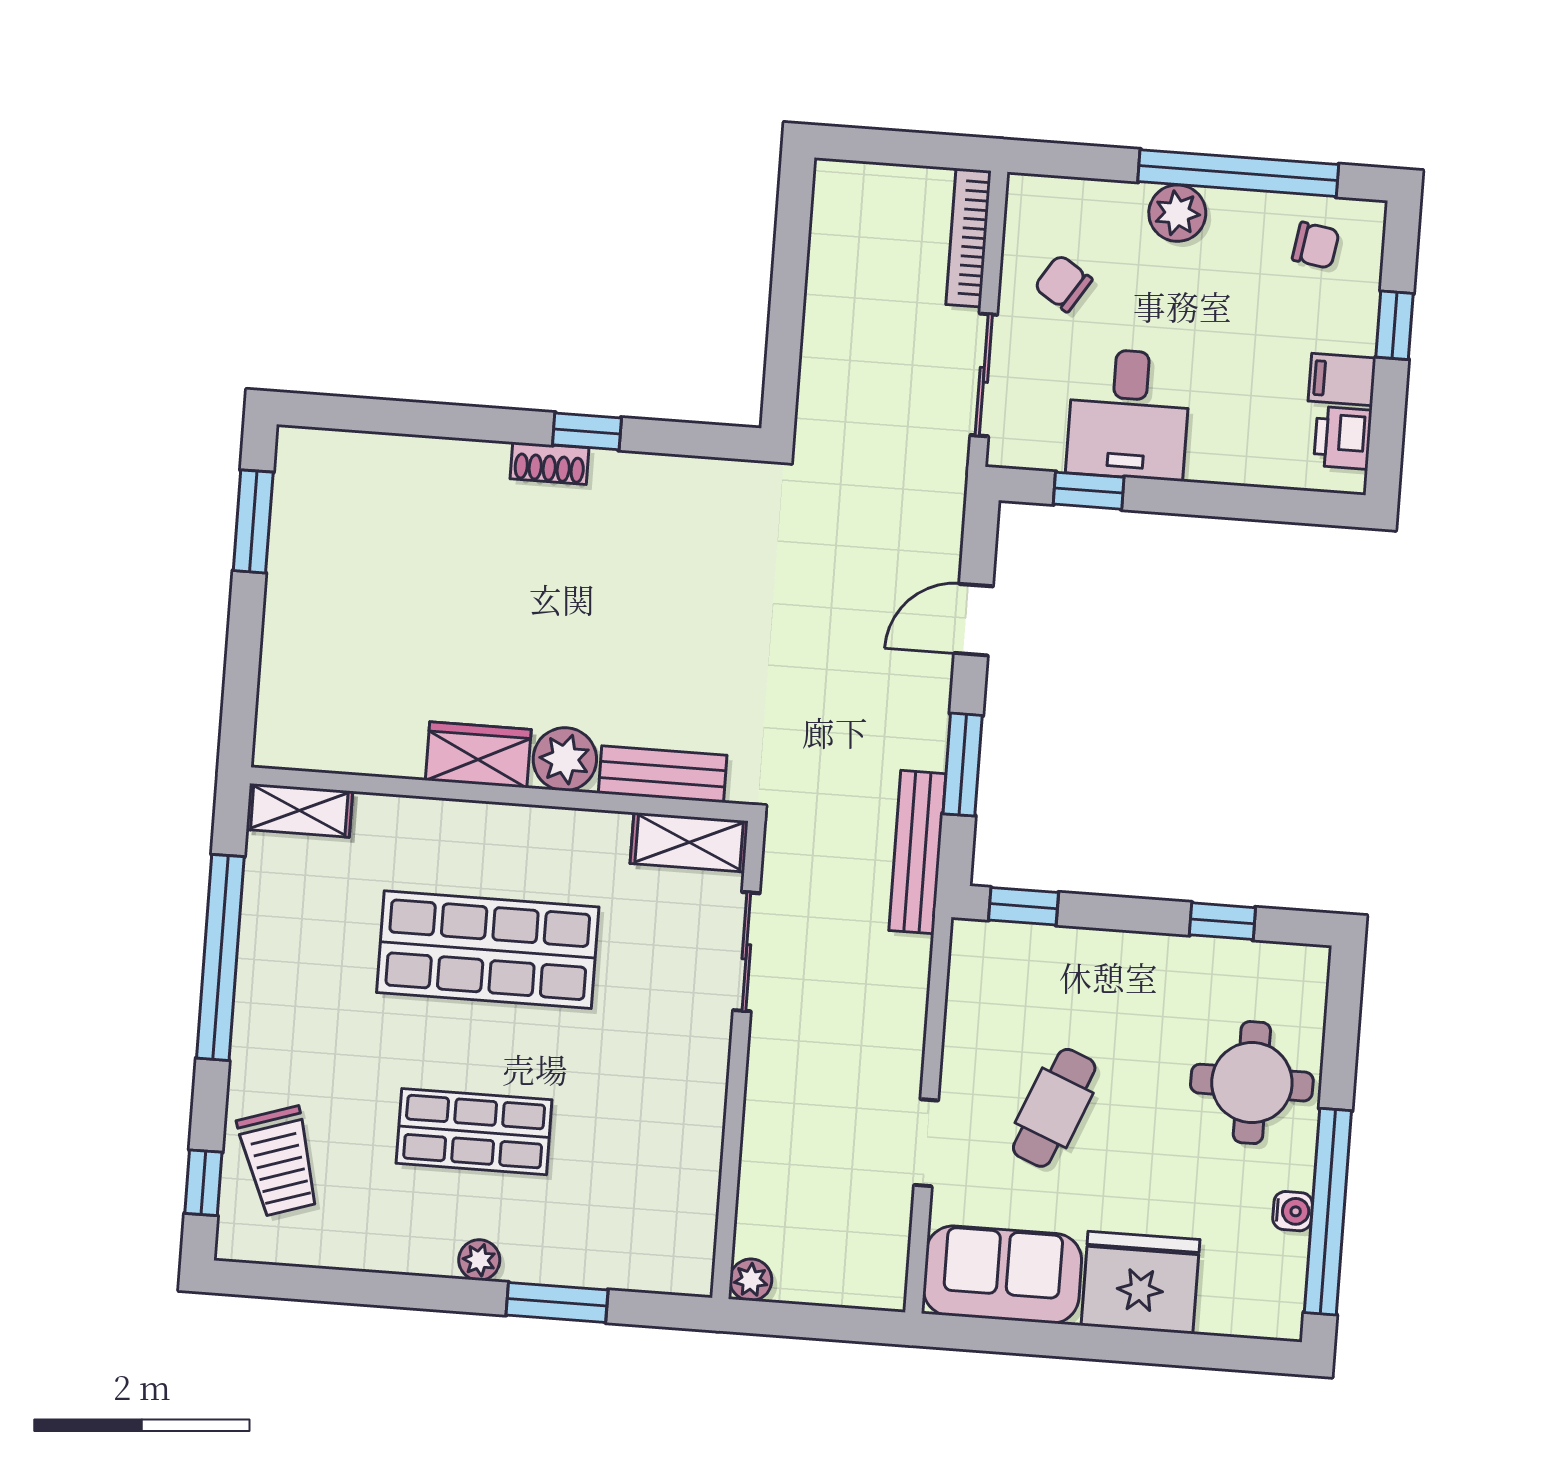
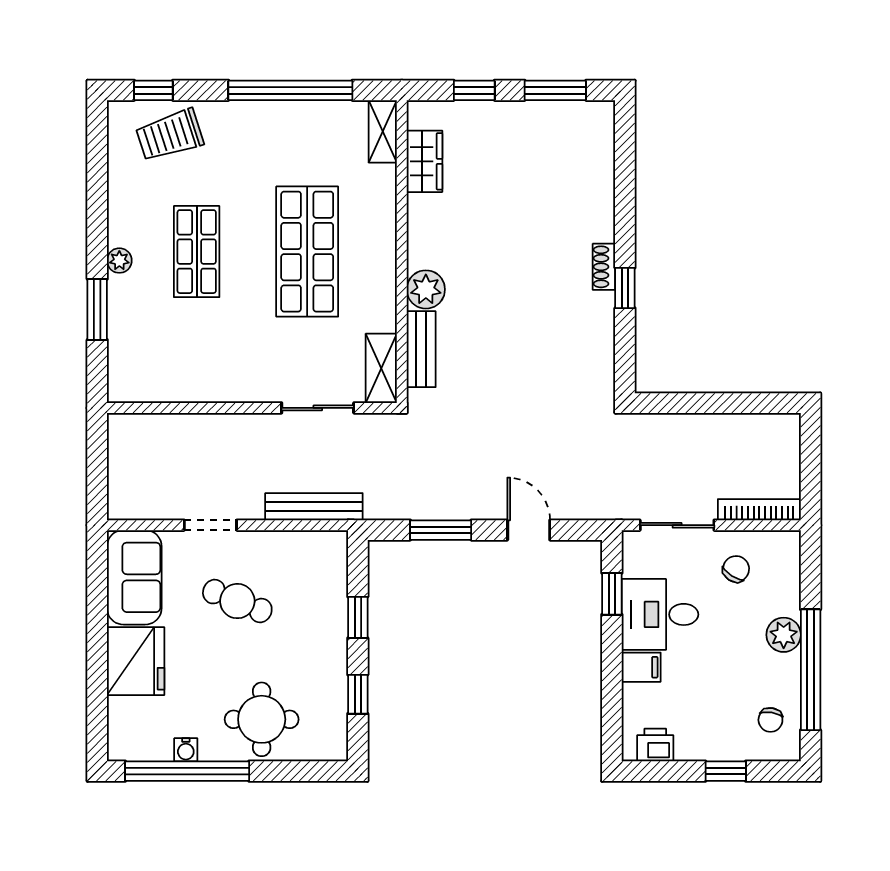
filing cabinet: (1342, 379) -> (641, 667), moved, turned 90
window: (243, 655) -> (474, 90), added
wardrobe: (478, 755) -> (424, 161), moved
bench: (917, 852) -> (314, 507), moved
window: (1023, 906) -> (358, 617), moved
plant: (751, 1280) -> (120, 426), removed

